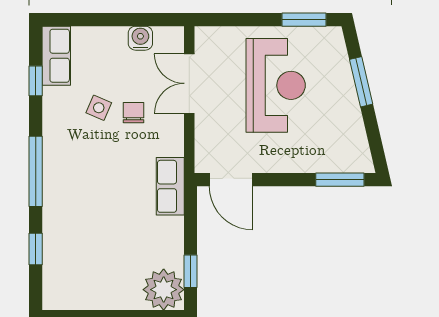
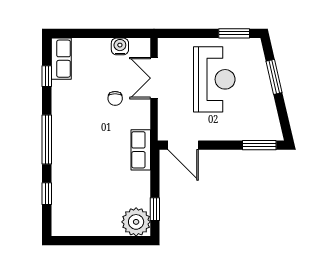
side table: (99, 108) -> (91, 95), removed
chair: (134, 113) -> (115, 98), turned 180

